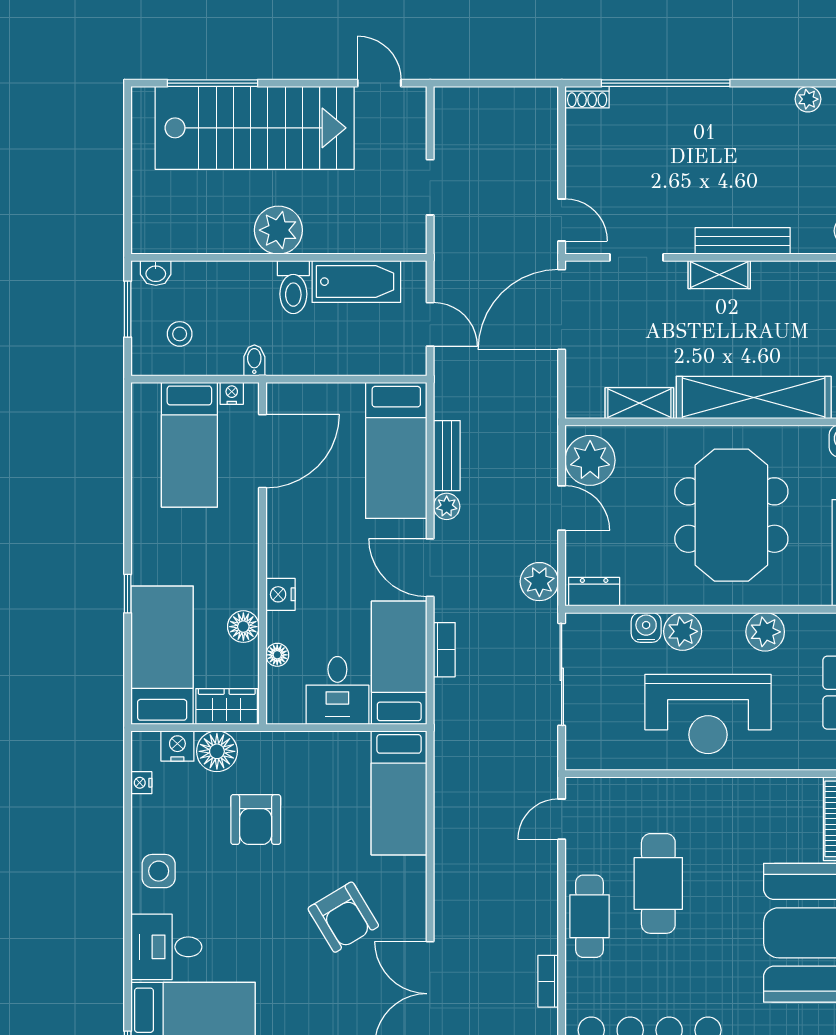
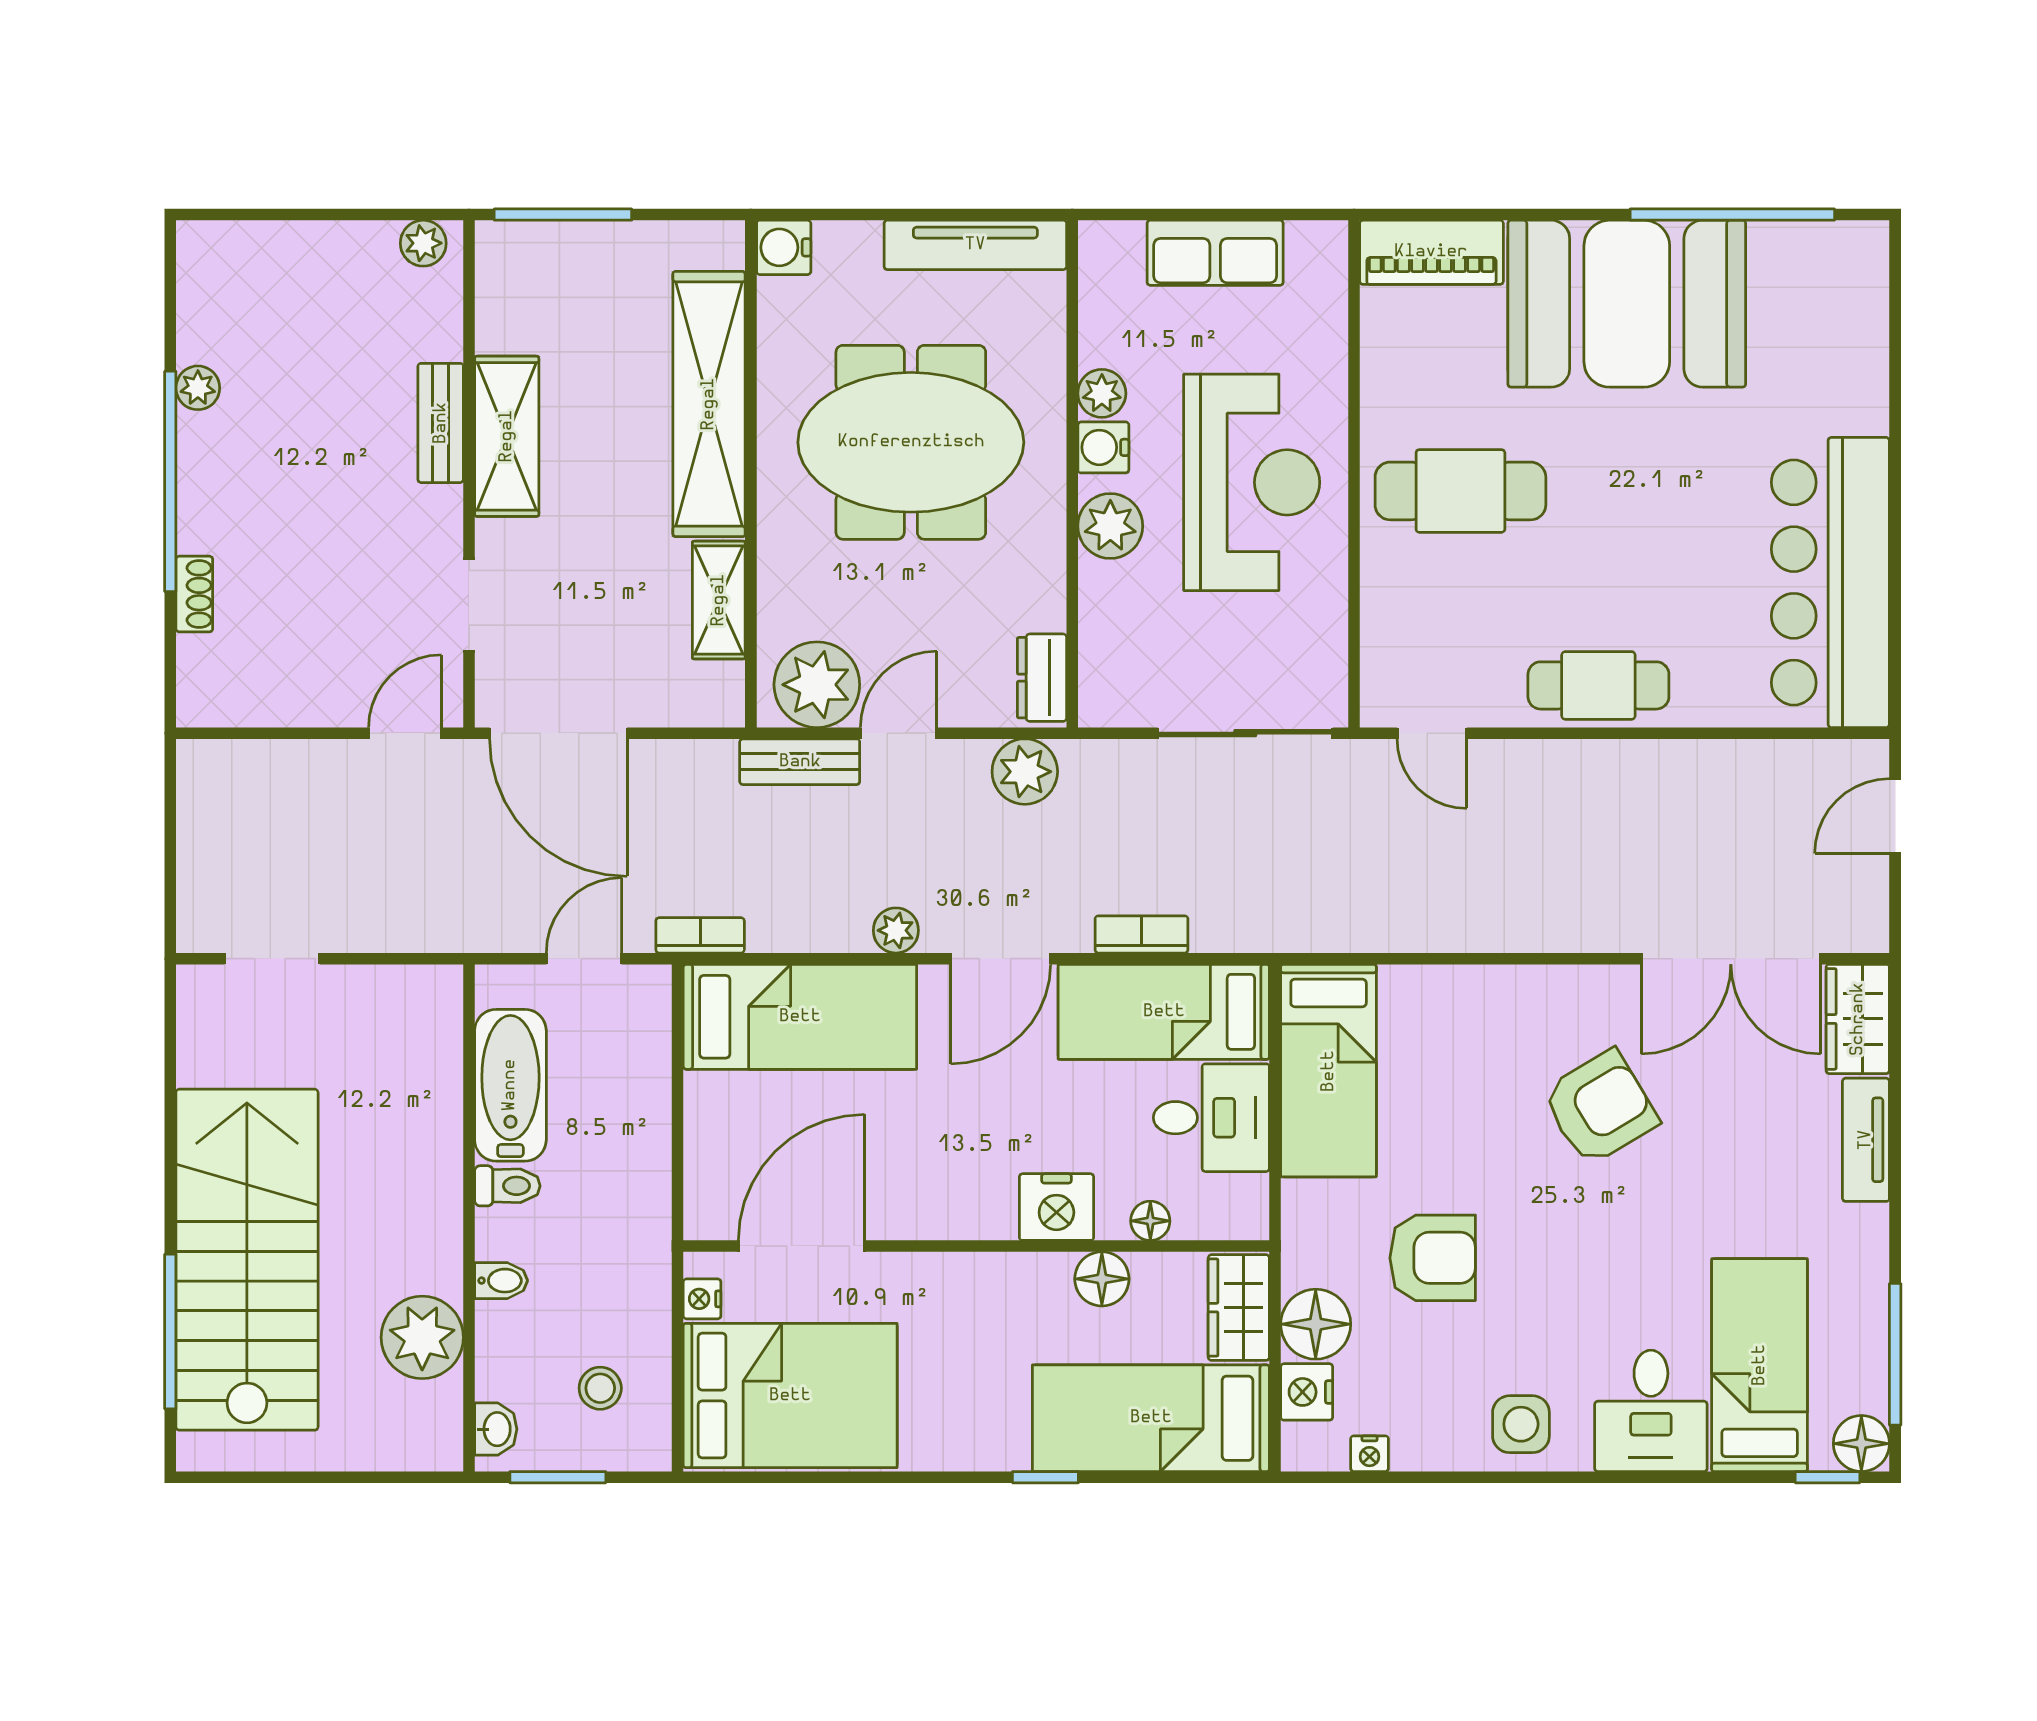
door: (379, 83) -> (170, 1046), removed
window: (666, 83) -> (170, 481), moved
shoe rack: (587, 97) -> (194, 594), moved
plant: (808, 99) -> (198, 388), moved
doorway: (430, 187) -> (272, 959), moved
plant: (278, 230) -> (422, 1337), moved
bench: (743, 241) -> (441, 423), width x0.73
shelving: (719, 275) -> (507, 436), width x1.50, depth x1.33
toilet: (293, 287) -> (507, 1186), width x0.73, depth x0.72
bidet: (254, 360) -> (501, 1281), moved, turned 180
bed: (189, 445) -> (790, 1396), width x1.50
door: (262, 451) -> (801, 1246), hinge flipped
bench: (447, 456) -> (800, 762), moved
nightstand: (280, 594) -> (1056, 1207), width x1.36, depth x1.33
water cooler: (646, 627) -> (1103, 447), moved
plant: (765, 632) -> (1102, 393), width x0.73, depth x0.73
sliding door: (562, 674) -> (1245, 733), moved
bed: (399, 793) -> (1329, 1071), moved, turned 90
cafe table: (658, 883) -> (1460, 491), moved
bookcase: (548, 981) -> (700, 935), moved, turned 180

